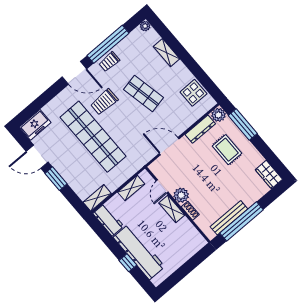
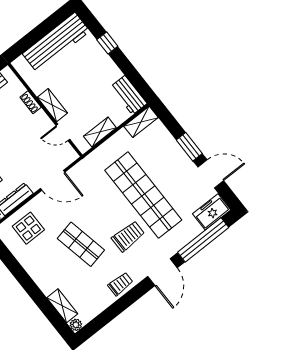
window: (108, 44) -> (203, 240), moved
shelving: (167, 53) -> (62, 306), moved
door: (74, 73) -> (162, 272), swing flipped
display table: (193, 93) -> (28, 228), moved
door: (162, 187) -> (63, 132), swing flipped
plant: (181, 195) -> (41, 121), removed
workbench: (139, 252) -> (56, 42), moved, turned -90

